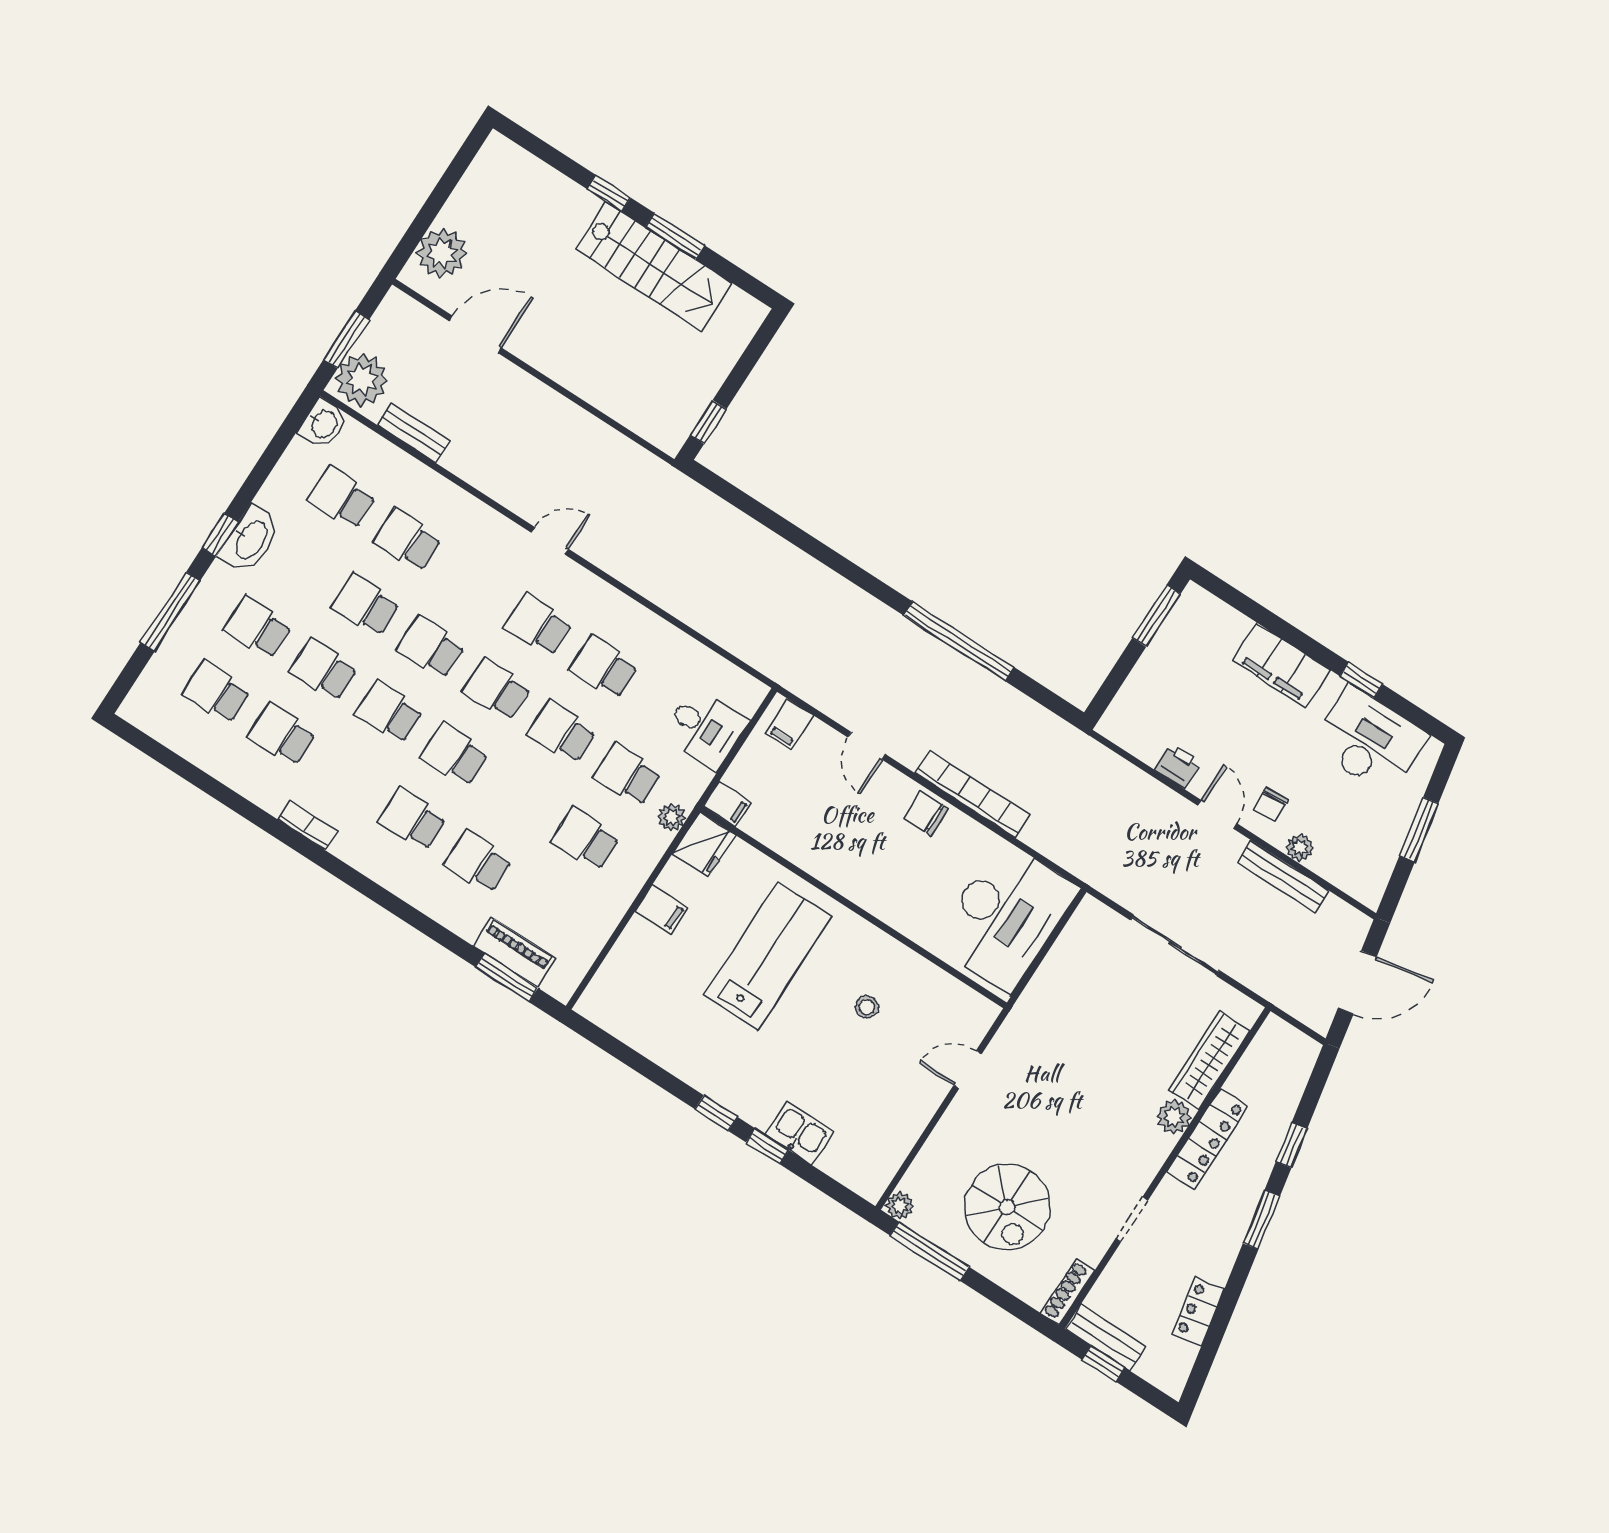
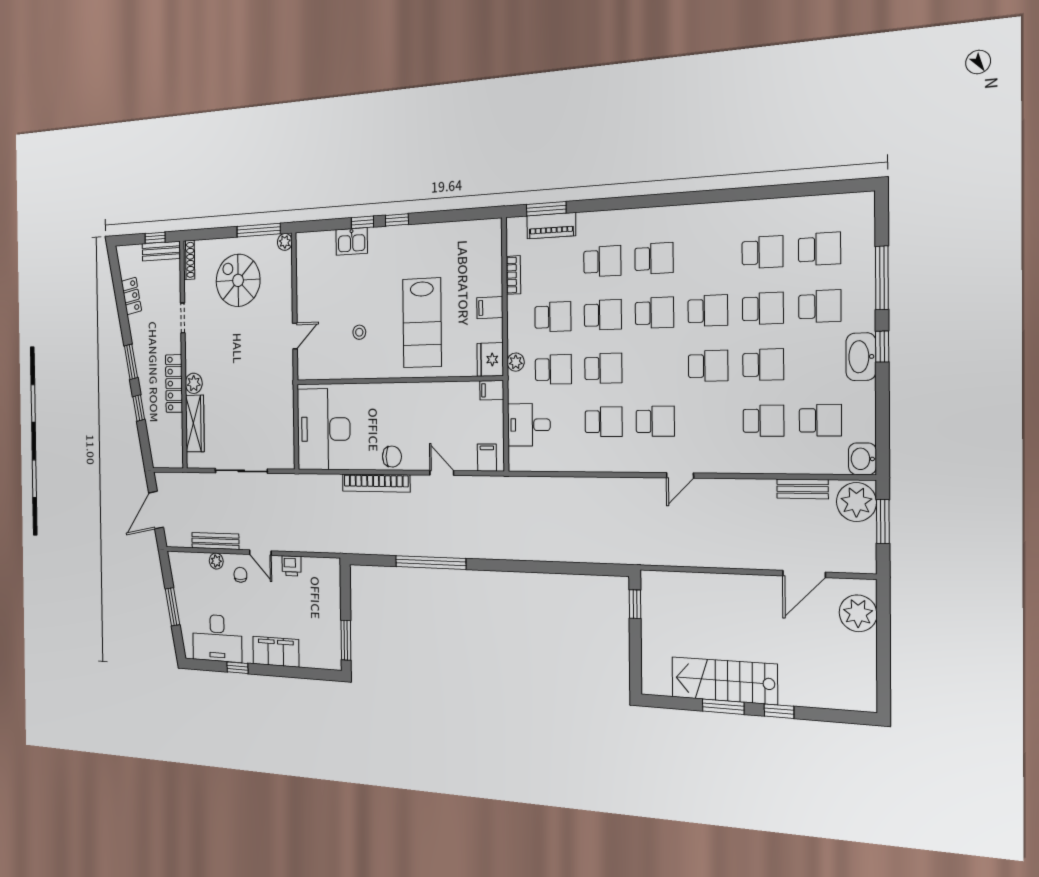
school desk: (497, 690) -> (603, 315), moved
bookcase: (308, 825) -> (513, 275), moved, turned -90

